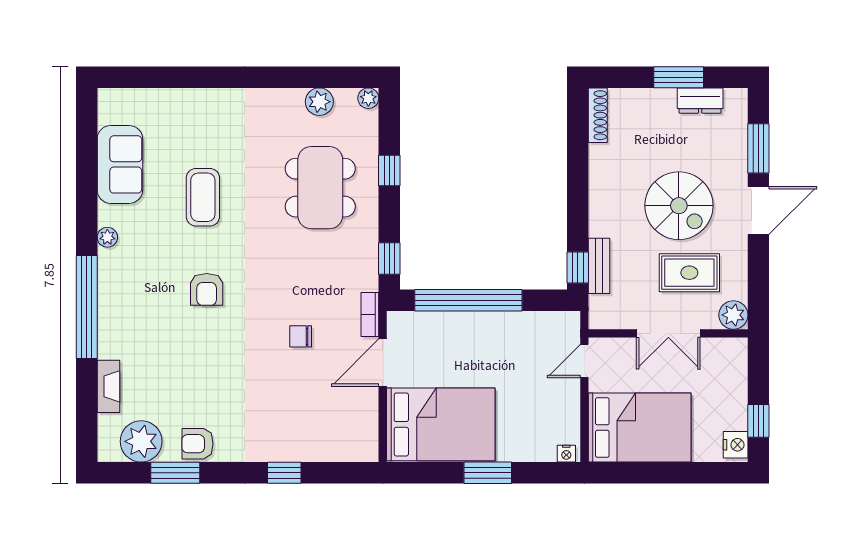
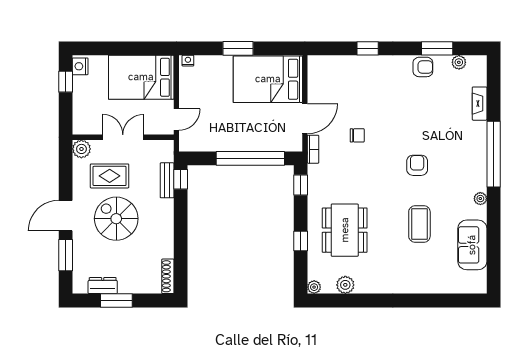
plant: (141, 441) -> (459, 62), width x0.53, depth x0.53

